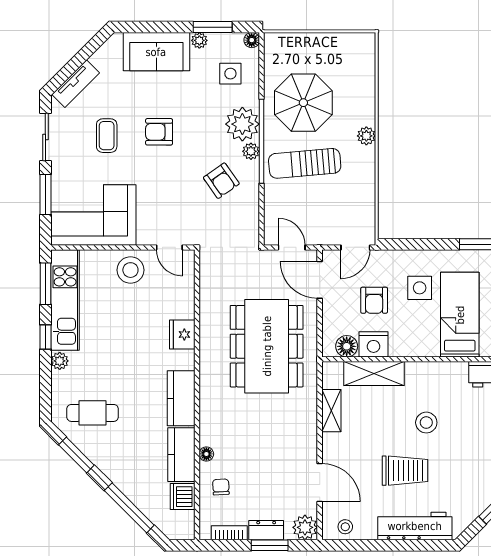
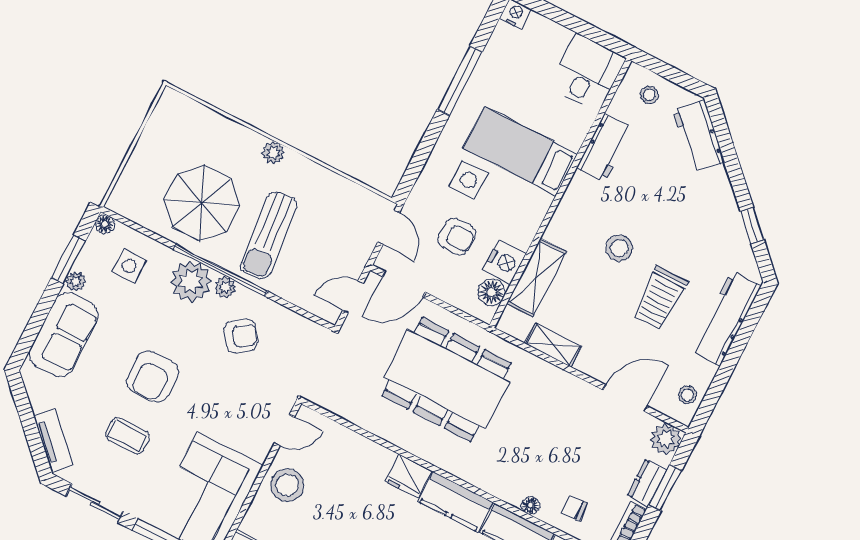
armchair: (159, 132) -> (153, 377), width x1.38, depth x1.38
fridge: (182, 334) -> (408, 476), moved
trolley: (405, 471) -> (660, 298), turned 180

